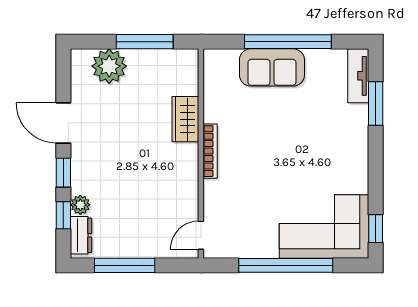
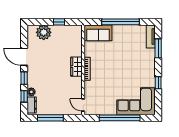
window: (145, 42) -> (59, 22), width x0.46
sofa: (272, 67) -> (98, 33), moved
wardrobe: (185, 119) -> (76, 67), moved
window: (376, 229) -> (158, 83), moved
door: (201, 235) -> (83, 105), hinge flipped

